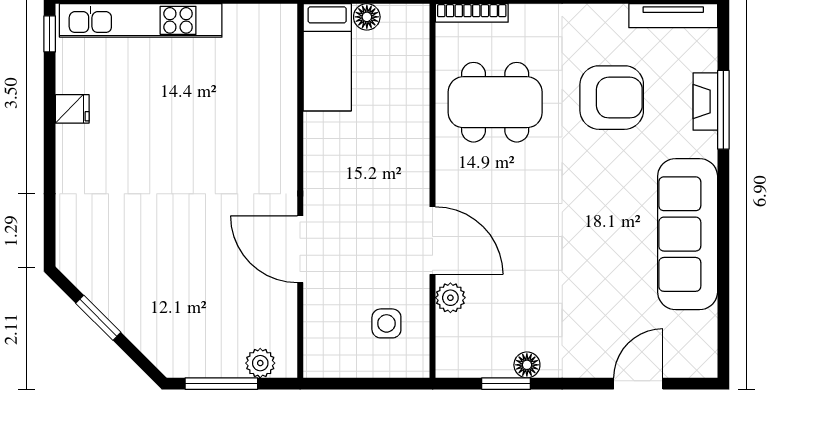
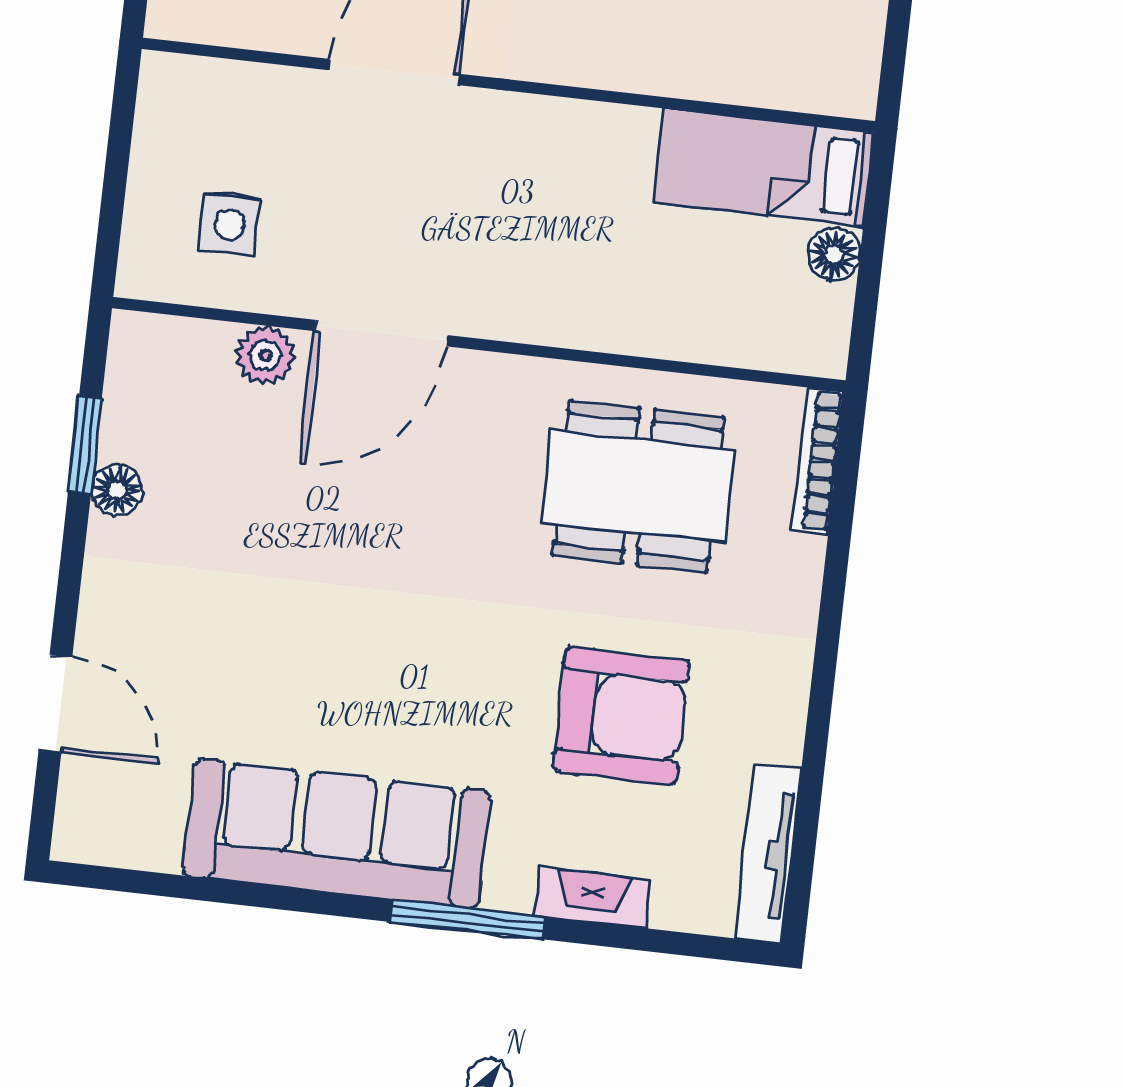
armchair: (612, 98) -> (621, 716), turned -90
dining table: (495, 102) -> (638, 486), turned 90
window: (723, 110) -> (468, 919), moved

